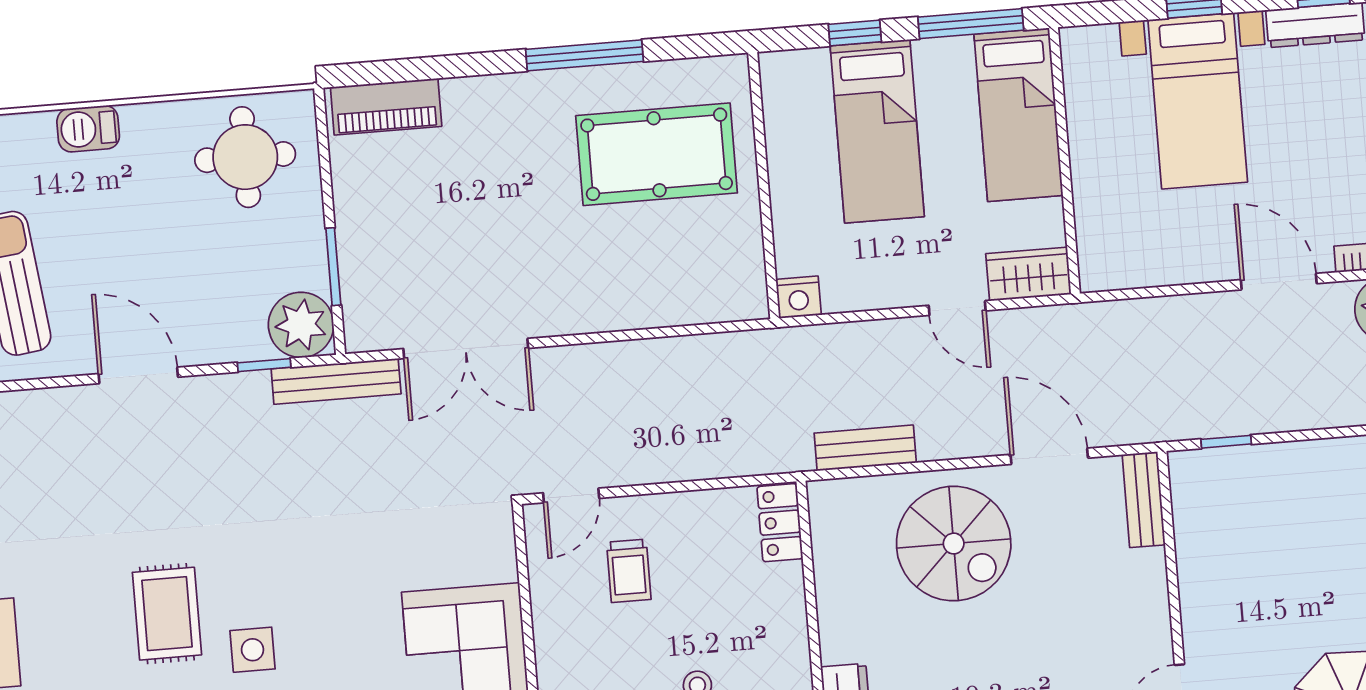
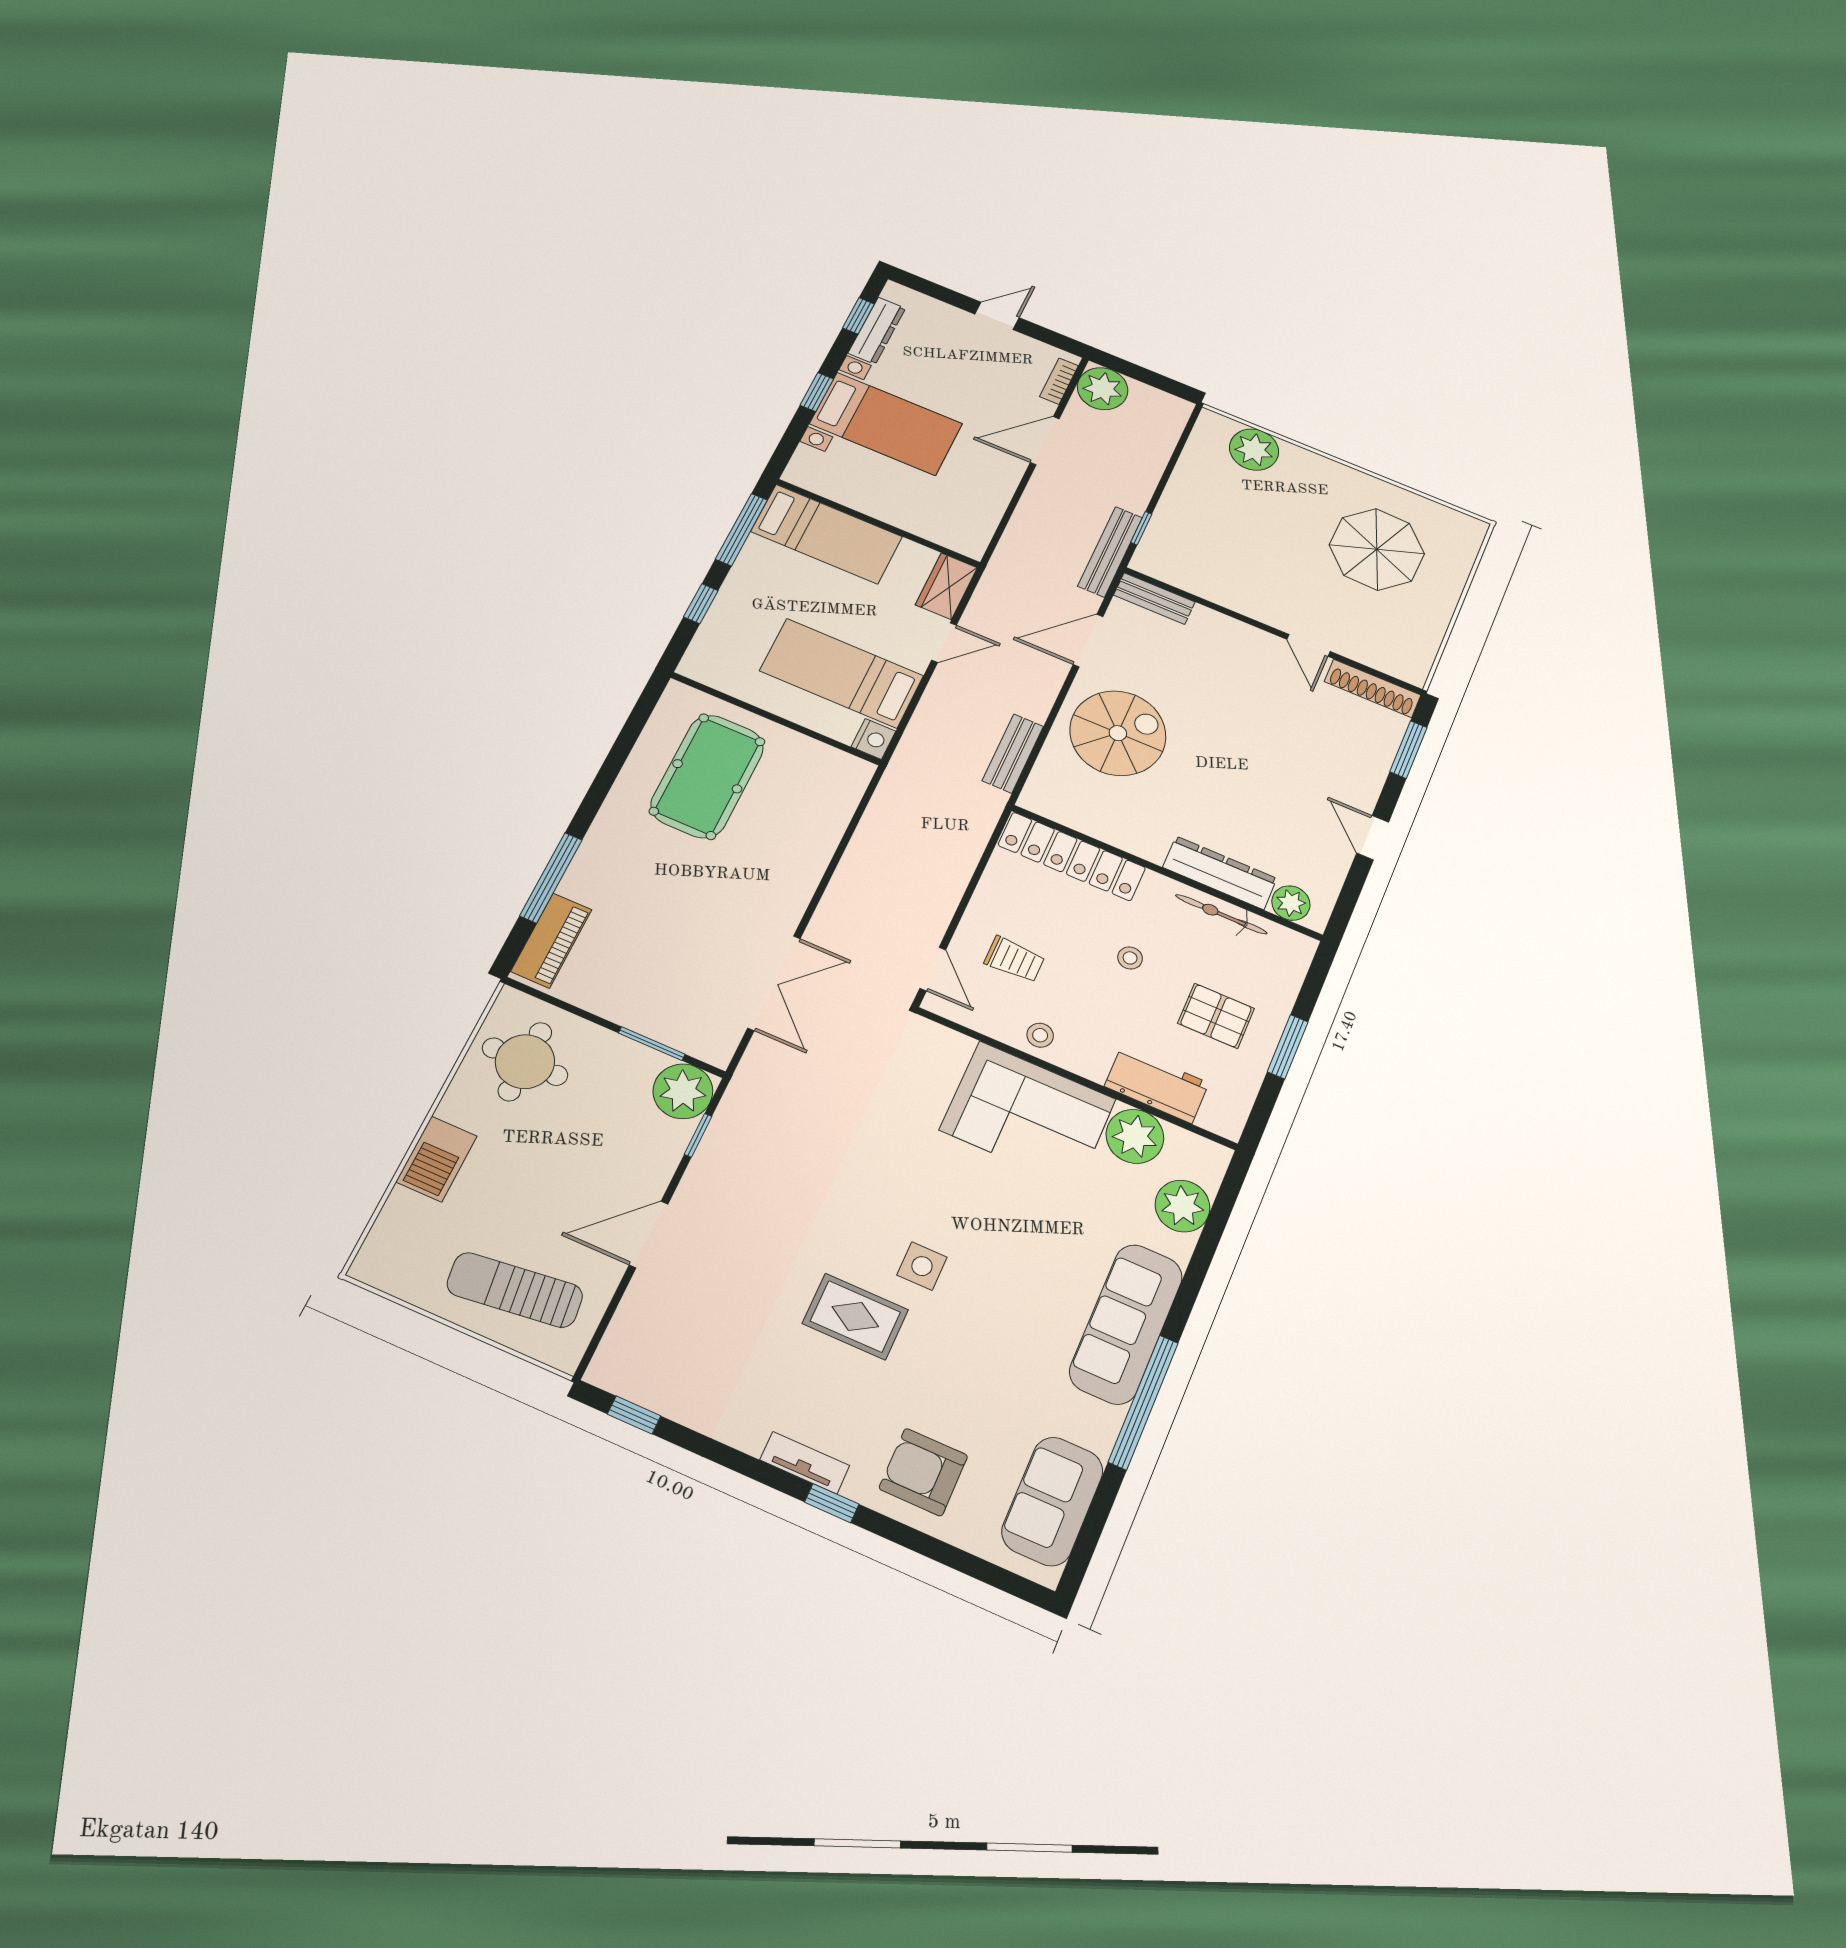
window: (585, 55) -> (551, 878), moved
barbecue: (88, 129) -> (437, 1159), width x1.38, depth x1.27
bed: (877, 131) -> (842, 673), moved, turned 180
bench: (336, 381) -> (1110, 552), moved
locker: (780, 523) -> (1072, 856), width x2.16, depth x1.21
stool: (560, 639) -> (1040, 1035), added

